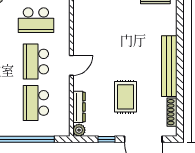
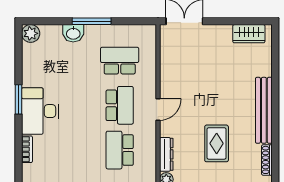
school desk: (36, 20) -> (120, 61), turned 180
school desk: (36, 62) -> (120, 105), turned 180

